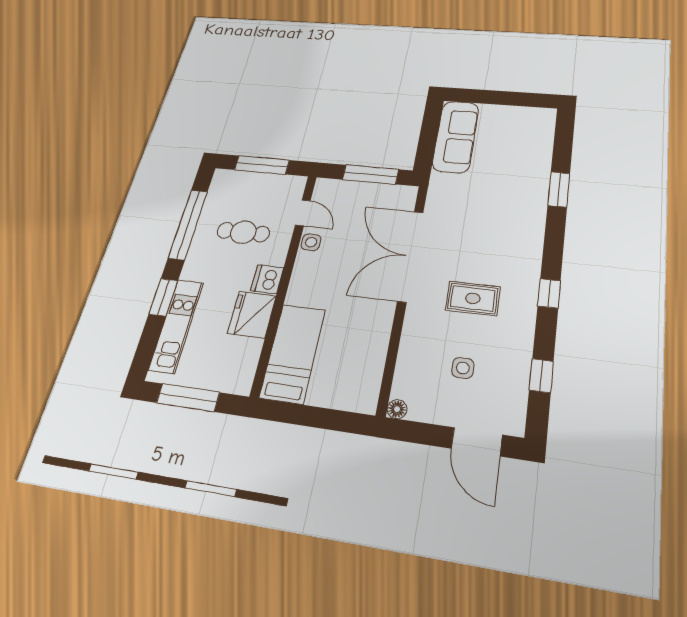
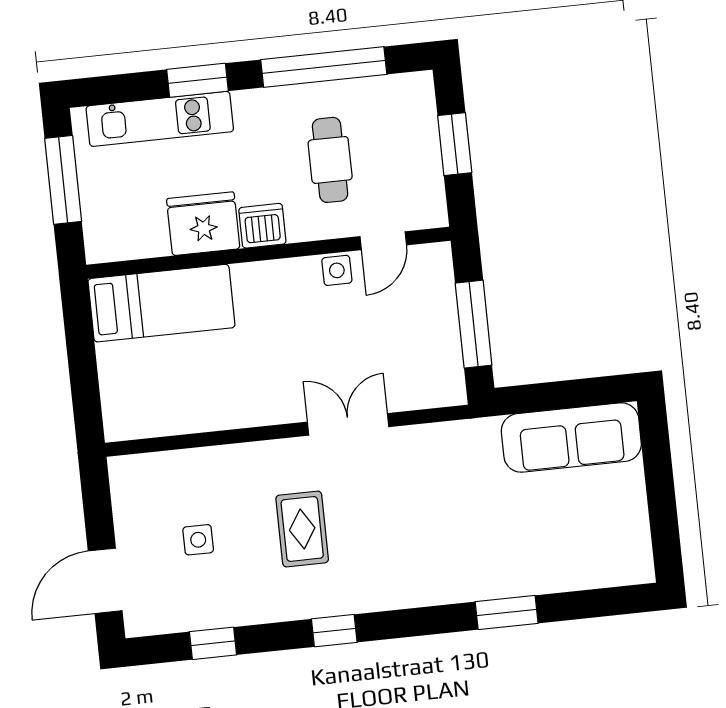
window: (262, 165) -> (455, 144), width x0.69
double door: (411, 256) -> (348, 424), width x0.54
floor lamp: (397, 409) -> (121, 469), removed

